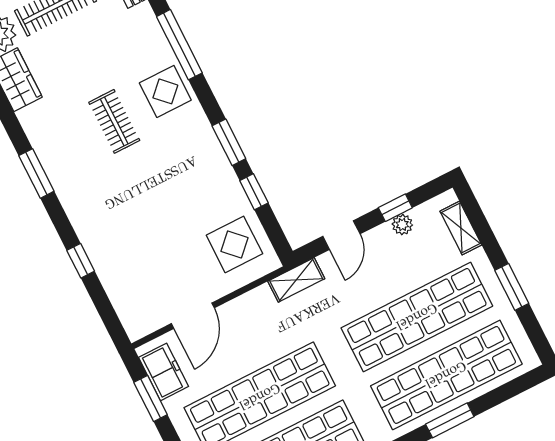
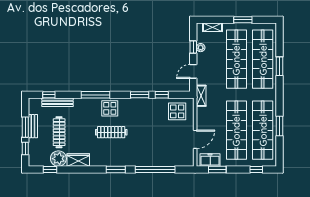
clothes rail: (114, 121) -> (111, 132), width x1.36
door: (341, 235) -> (193, 71), swing flipped
window: (81, 261) -> (155, 170), width x3.17
door: (193, 316) -> (195, 139), hinge flipped

